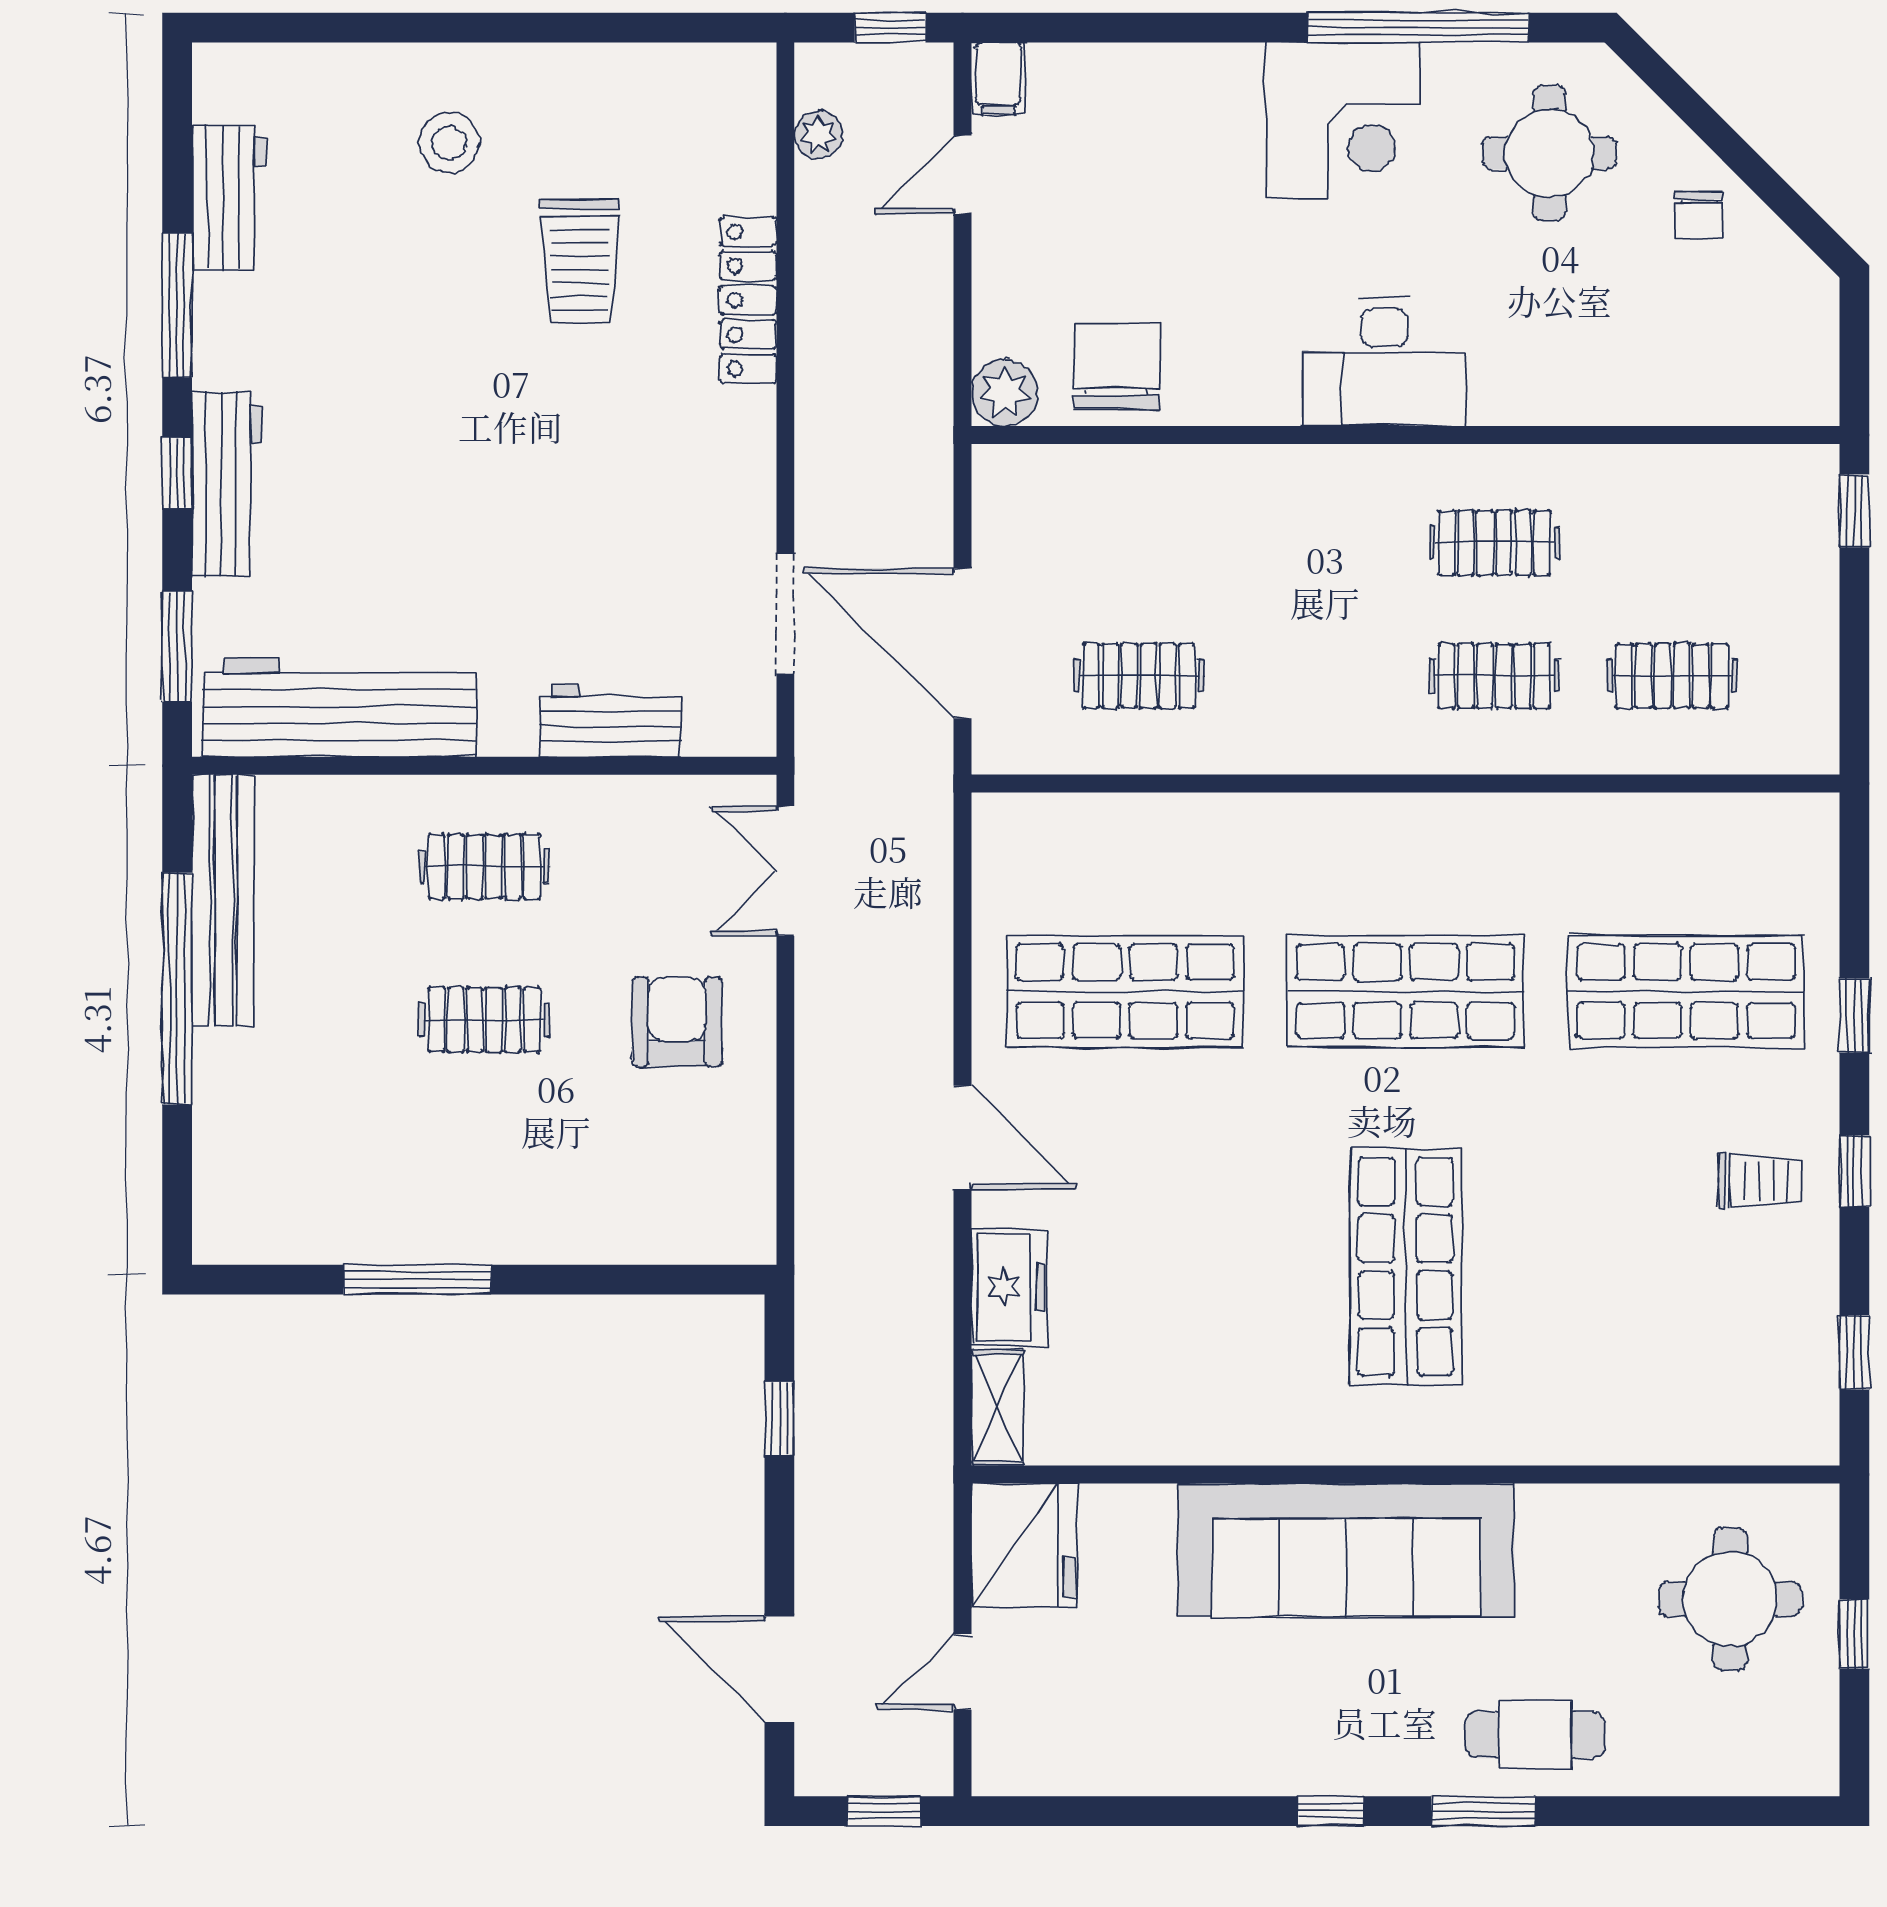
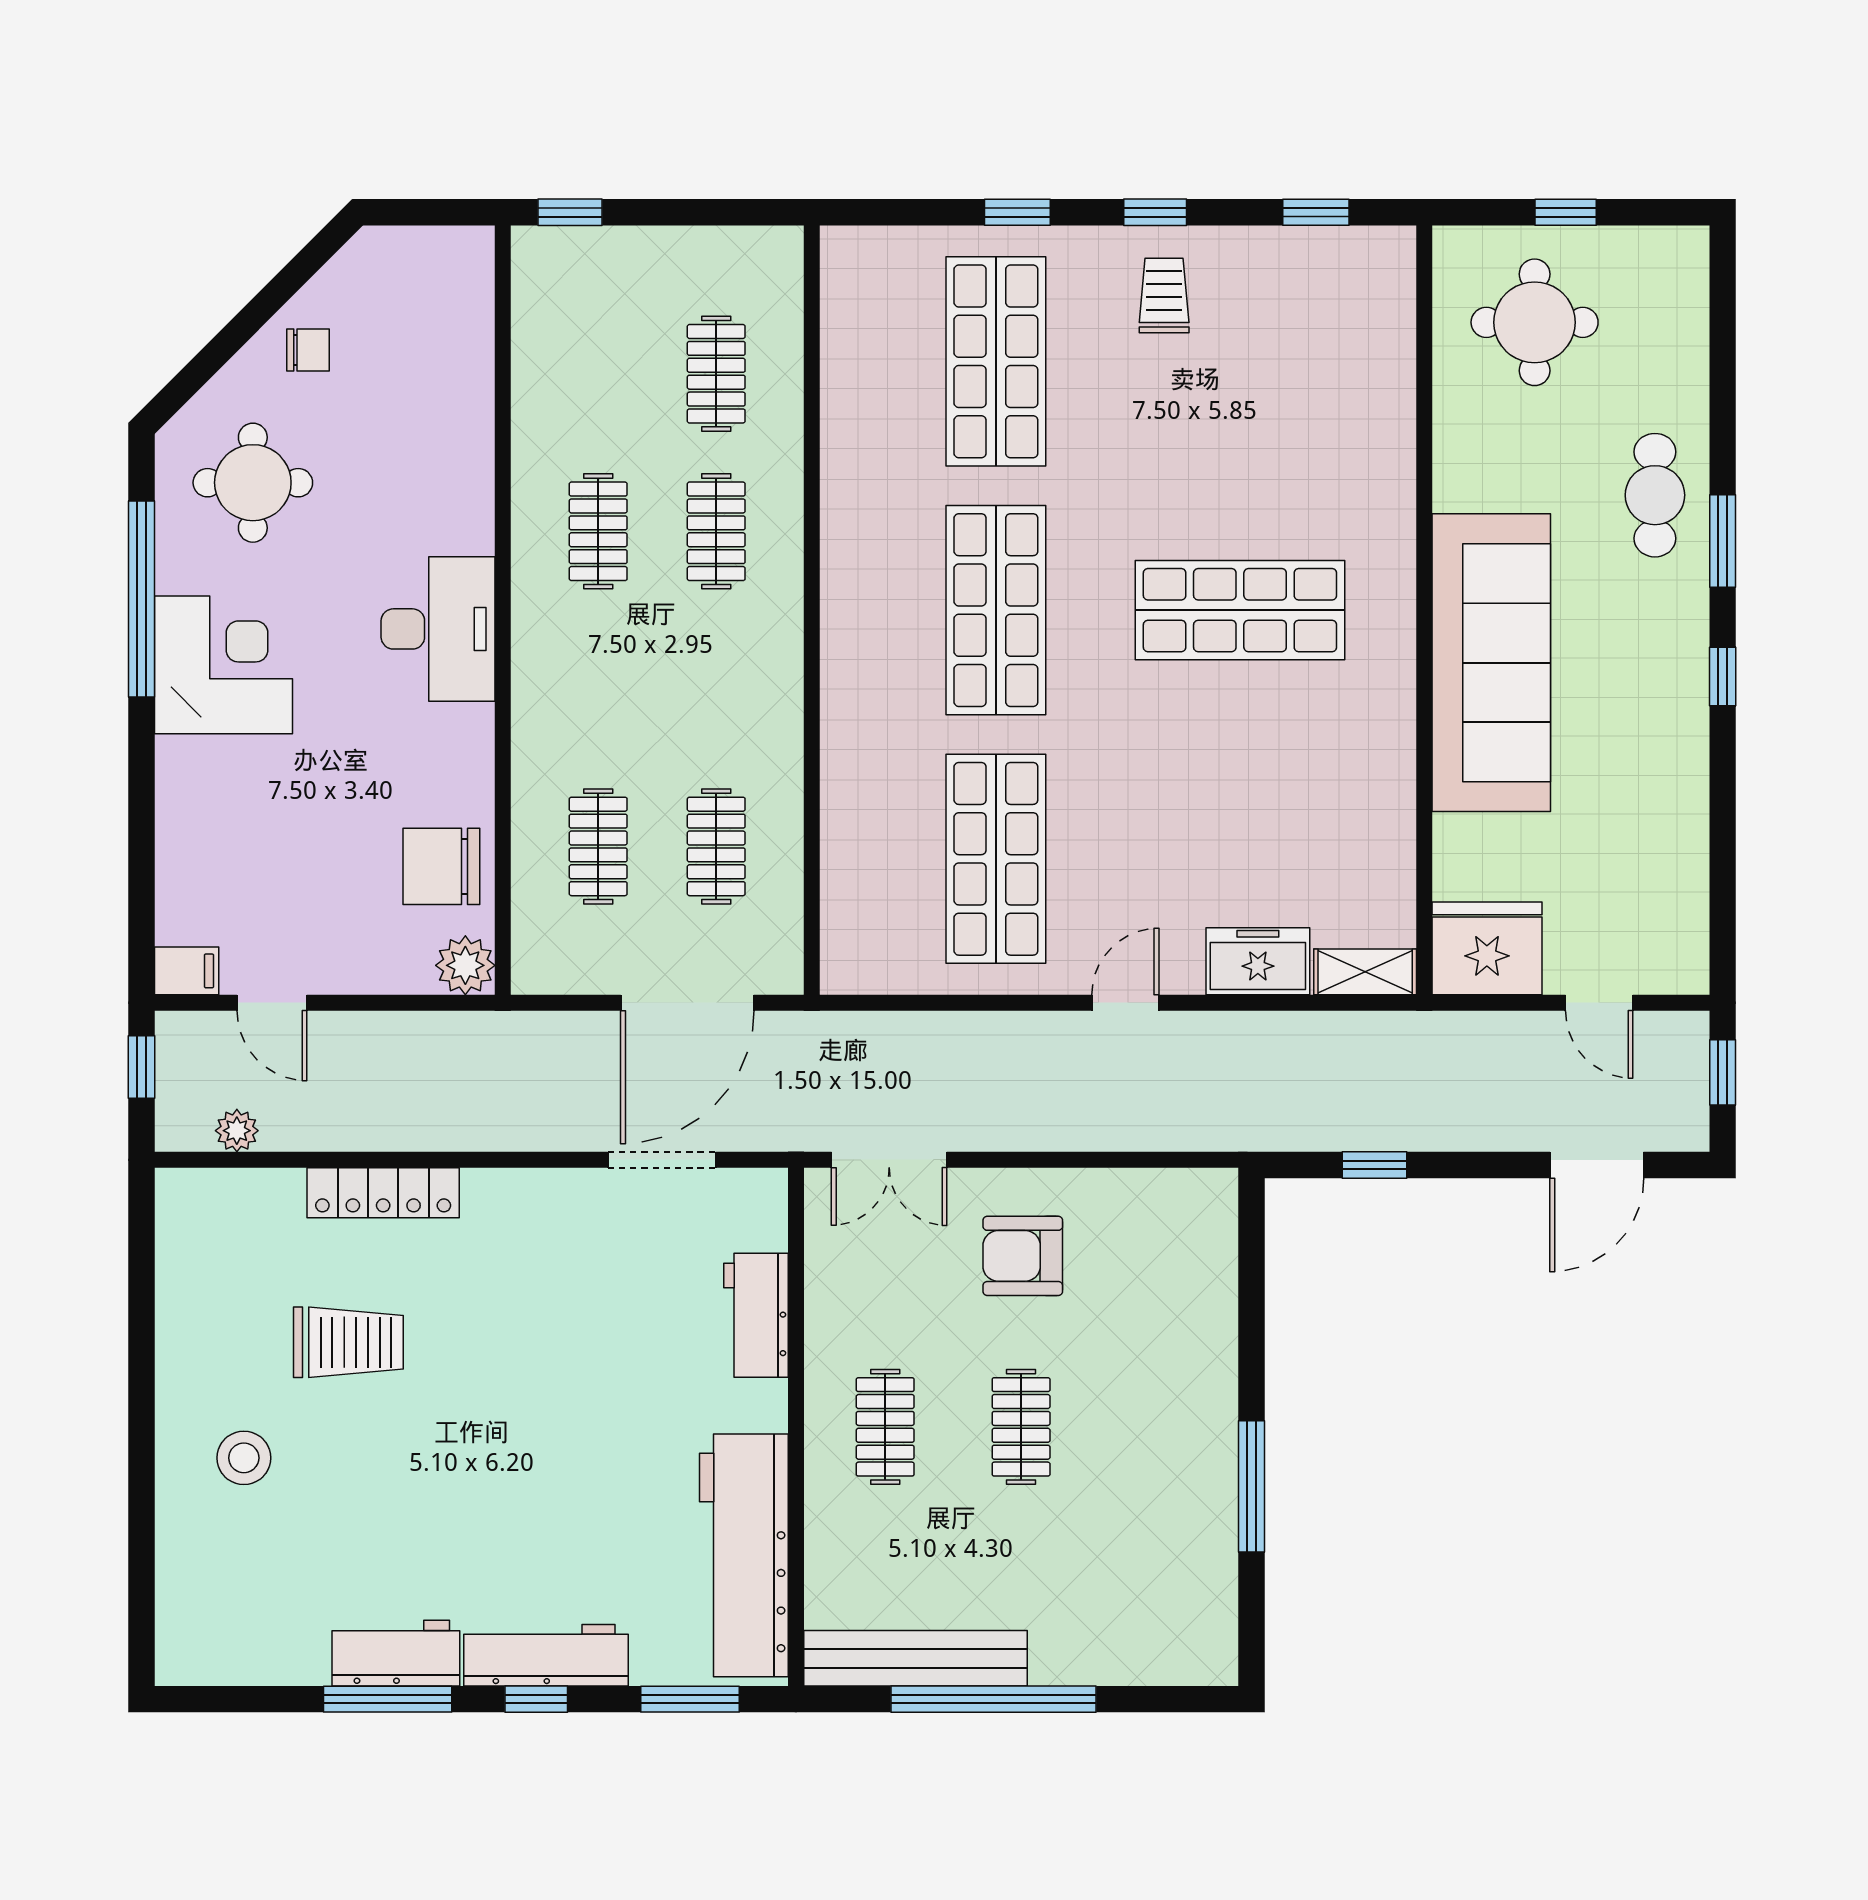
workbench: (229, 198) -> (396, 1653), moved
clothes rail: (1139, 543) -> (598, 846), added
door: (963, 1137) -> (1125, 1003), width x0.73

